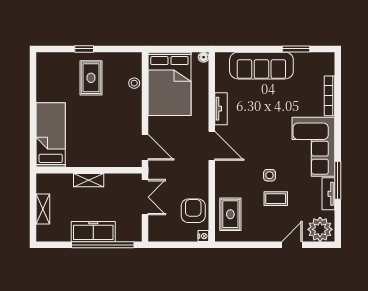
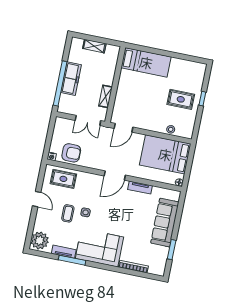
shelving: (89, 180) -> (106, 96), moved
door: (292, 245) -> (37, 199), moved

